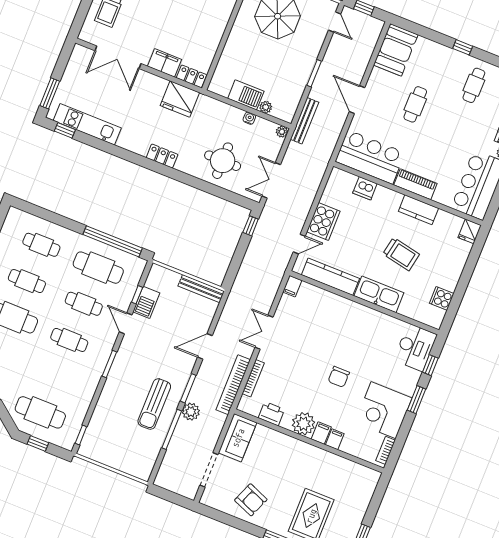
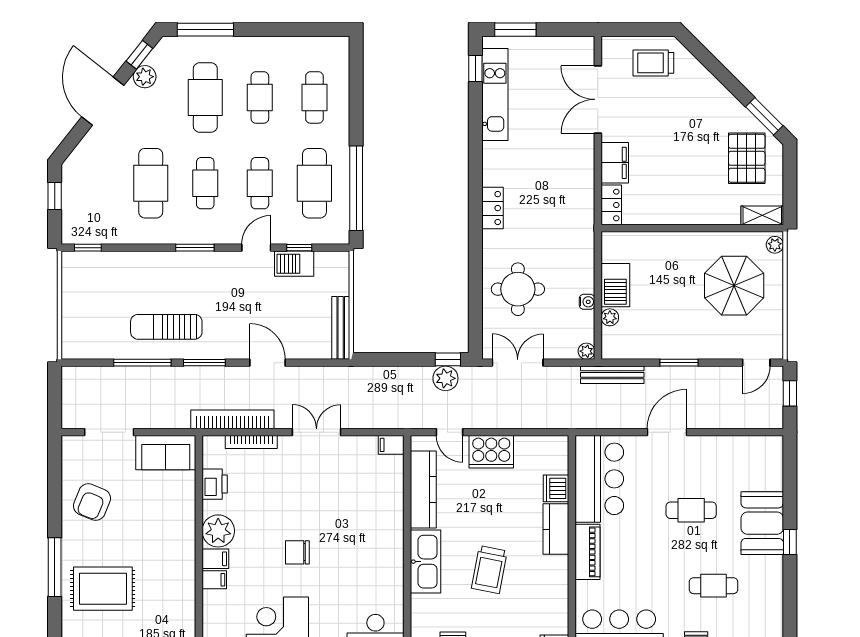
booth: (396, 50) -> (762, 523), moved, turned 90
cafe table: (474, 85) -> (713, 586), moved
fridge: (180, 99) -> (576, 202), removed
kitchen counter: (418, 210) -> (556, 529), moved
cafe table: (40, 412) -> (151, 183), moved
plant: (191, 412) -> (445, 378), moved

